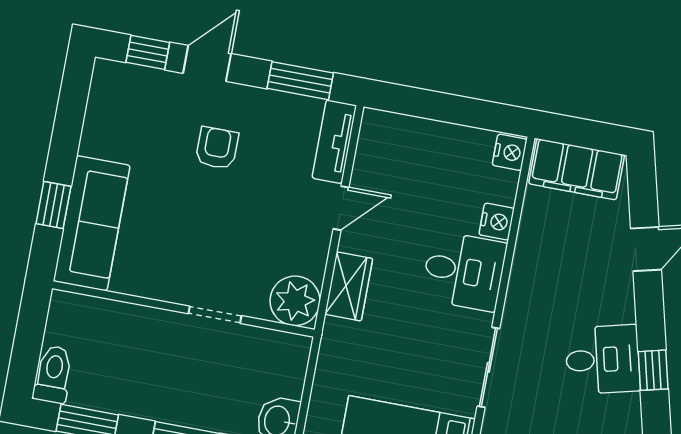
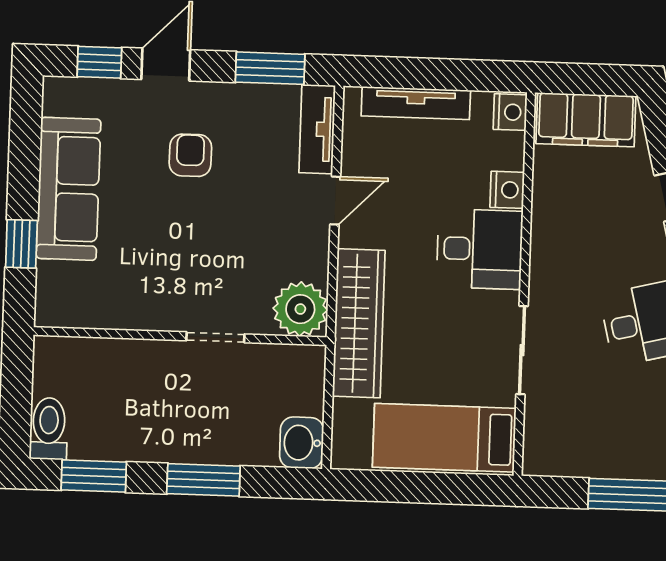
tv unit: (426, 131) -> (416, 103), added
sofa: (92, 223) -> (68, 189), moved
wardrobe: (349, 286) -> (359, 323), width x2.10, depth x1.17

